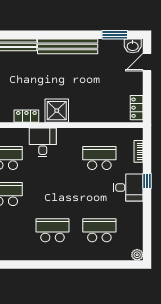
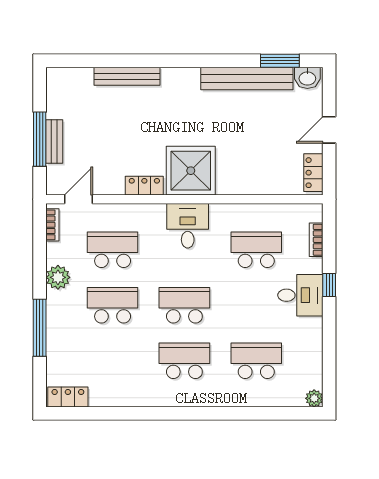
bench: (68, 46) -> (247, 79), moved
door: (147, 62) -> (329, 130), moved
shower: (57, 111) -> (191, 171), width x1.37, depth x1.37
desk: (43, 142) -> (188, 226), moved
school desk: (53, 194) -> (184, 305), added

